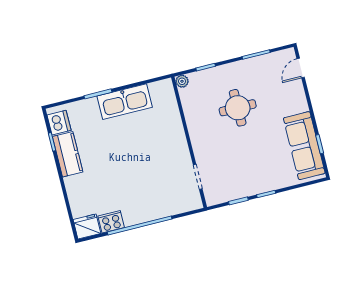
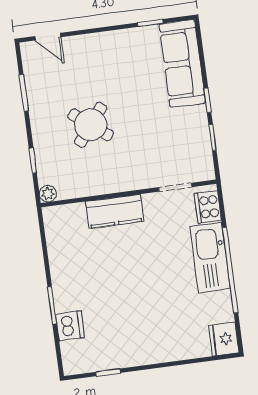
kitchen sink: (125, 102) -> (210, 257), moved, turned 180
round table: (238, 108) -> (91, 125), turned 38
dishwasher: (59, 123) -> (70, 326), moved, turned 90
sofa: (304, 146) -> (182, 64), moved, turned 90
kitchen counter: (68, 154) -> (115, 211), moved, turned 180
cooker: (111, 222) -> (208, 207), moved

